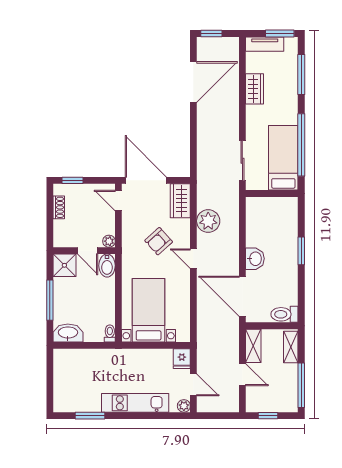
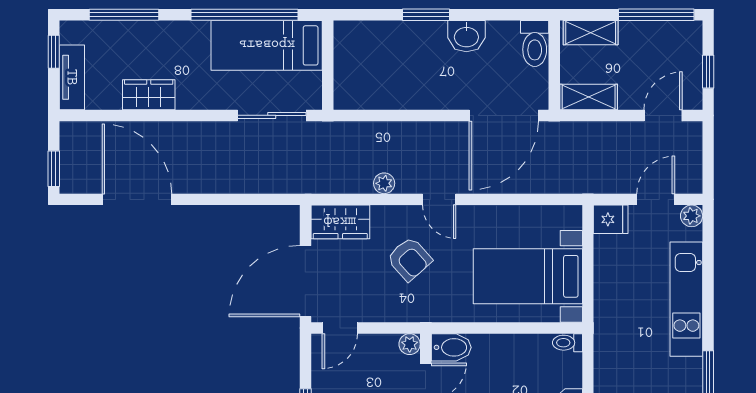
window: (280, 33) -> (54, 52), width x0.67
plant: (208, 221) -> (384, 183), width x0.53, depth x0.53
door: (193, 259) -> (439, 199), hinge flipped
washbasin: (255, 259) -> (466, 36), moved, turned 180
door: (242, 375) -> (663, 115), moved

